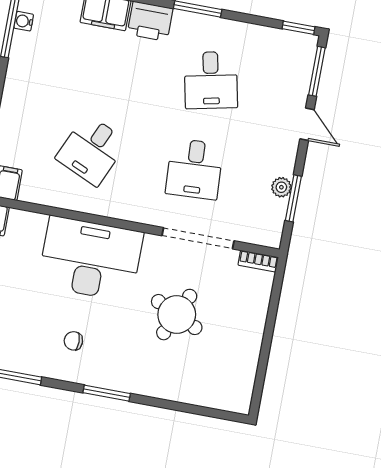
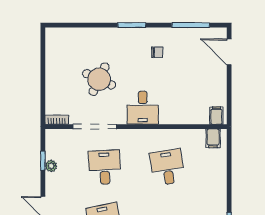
desk: (92, 150) -> (167, 167), turned -33
window: (293, 198) -> (43, 161), width x0.67
desk: (90, 259) -> (143, 108), width x0.53, depth x0.77

